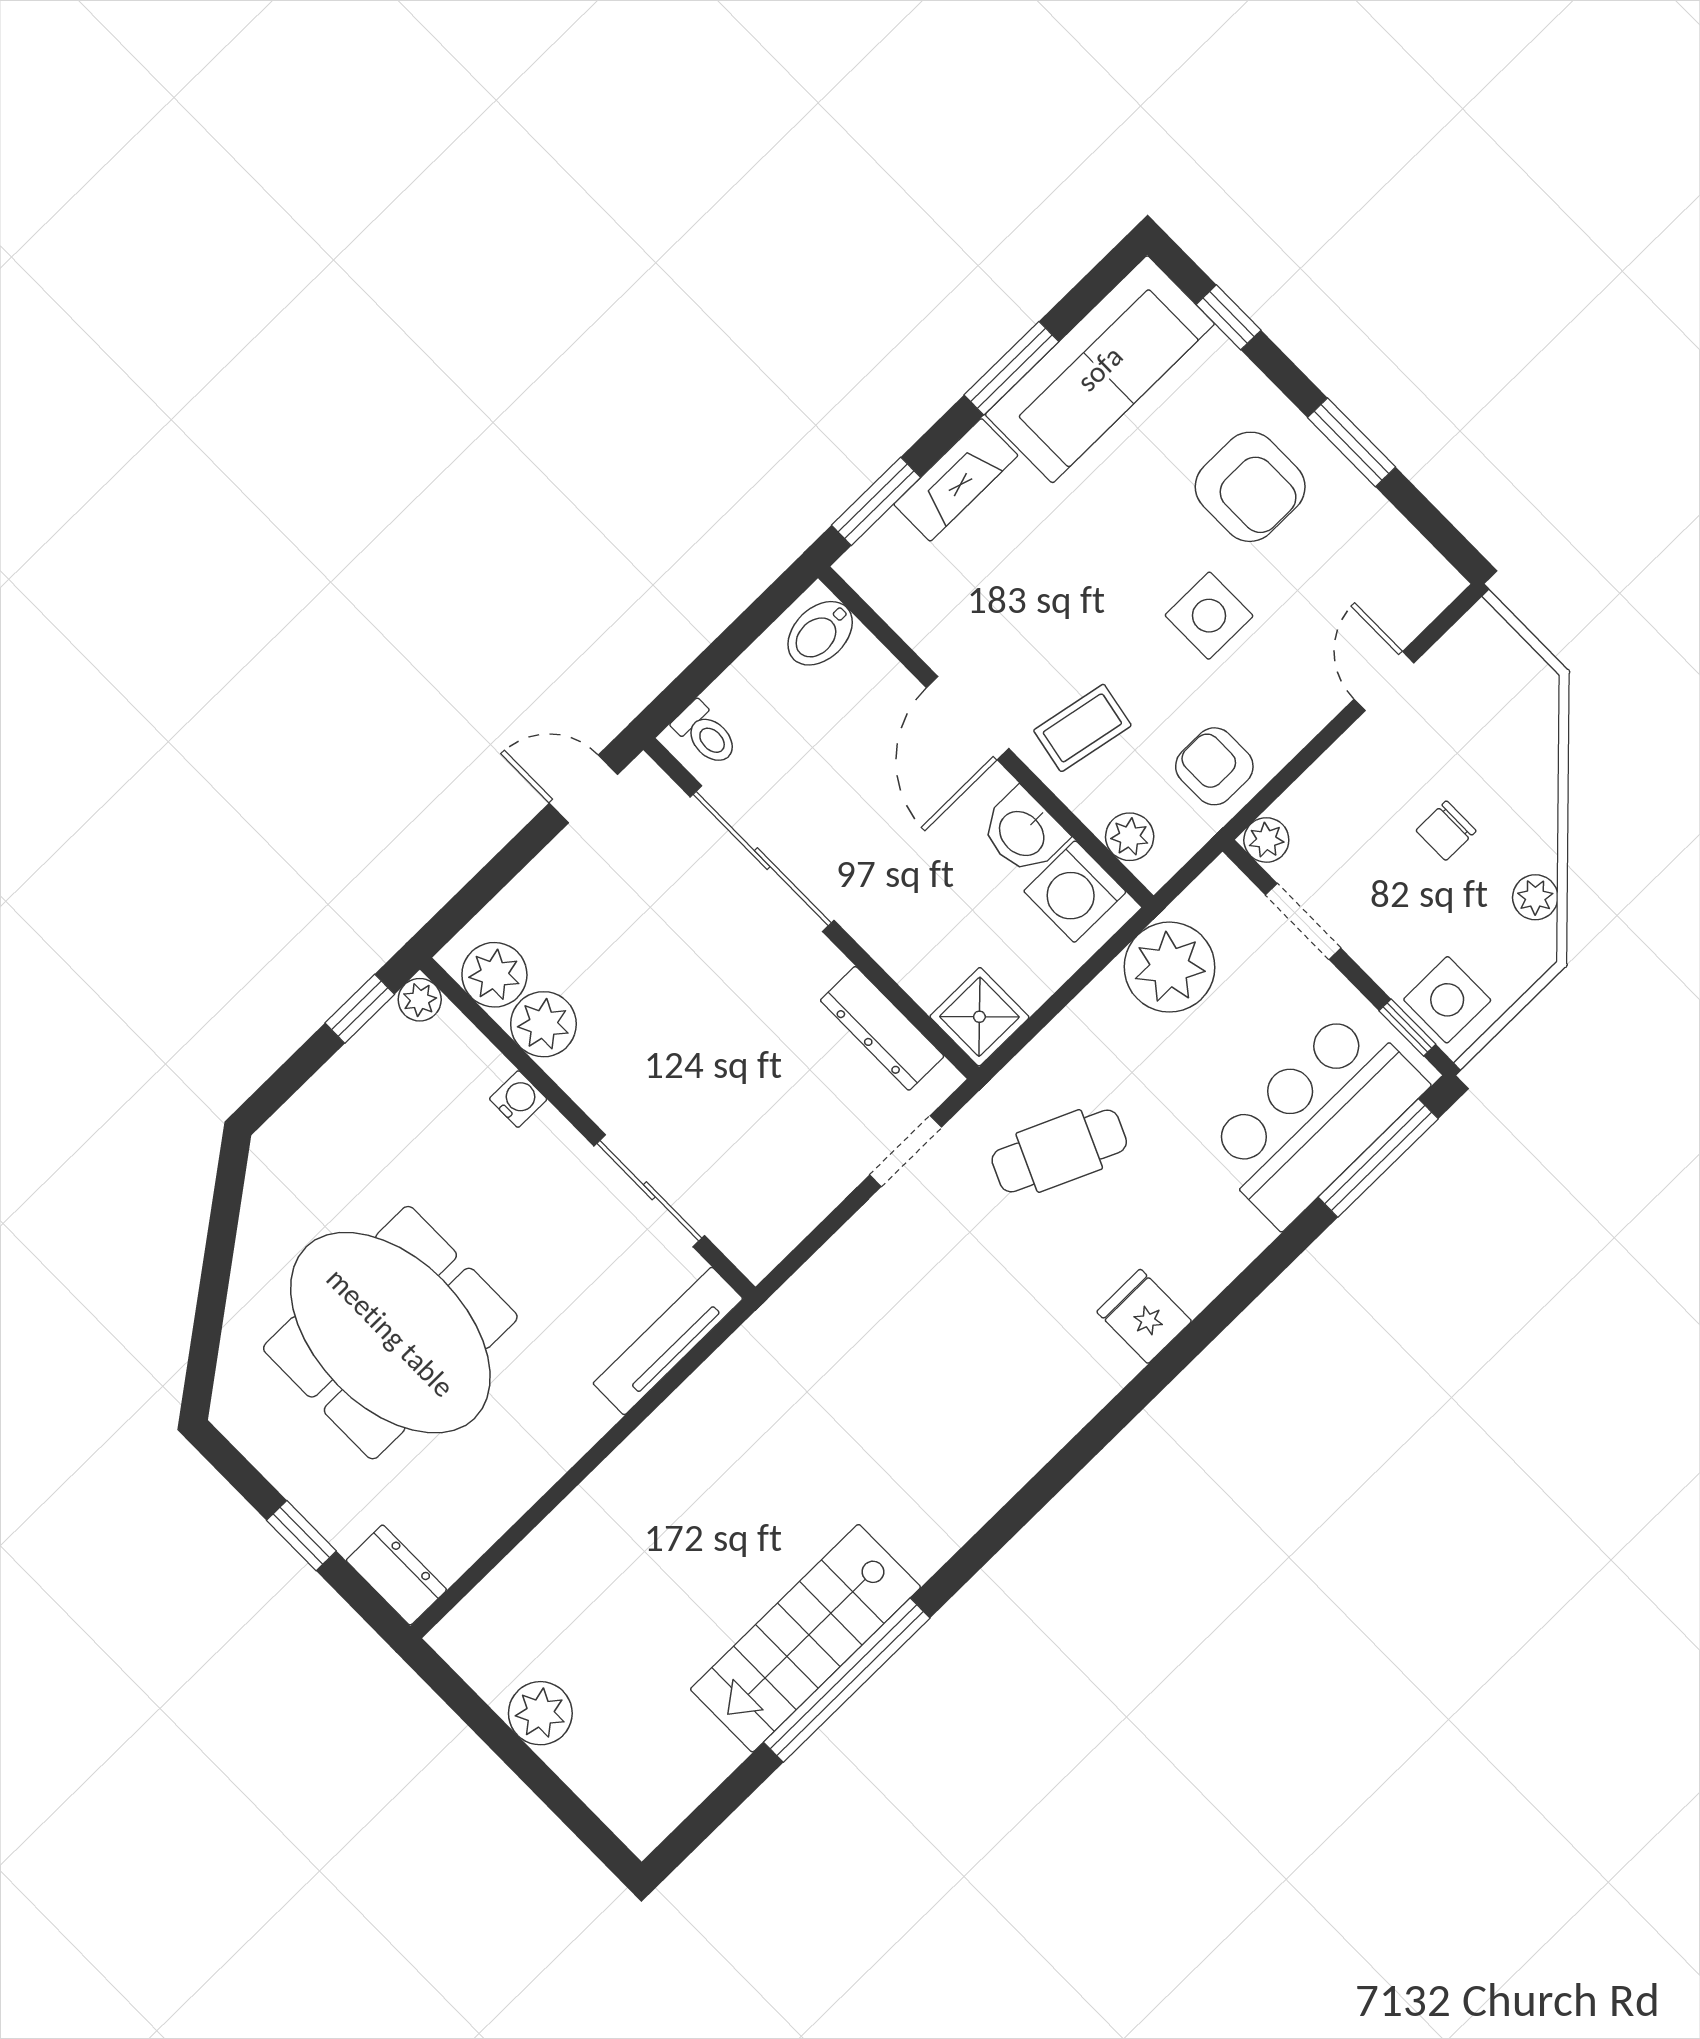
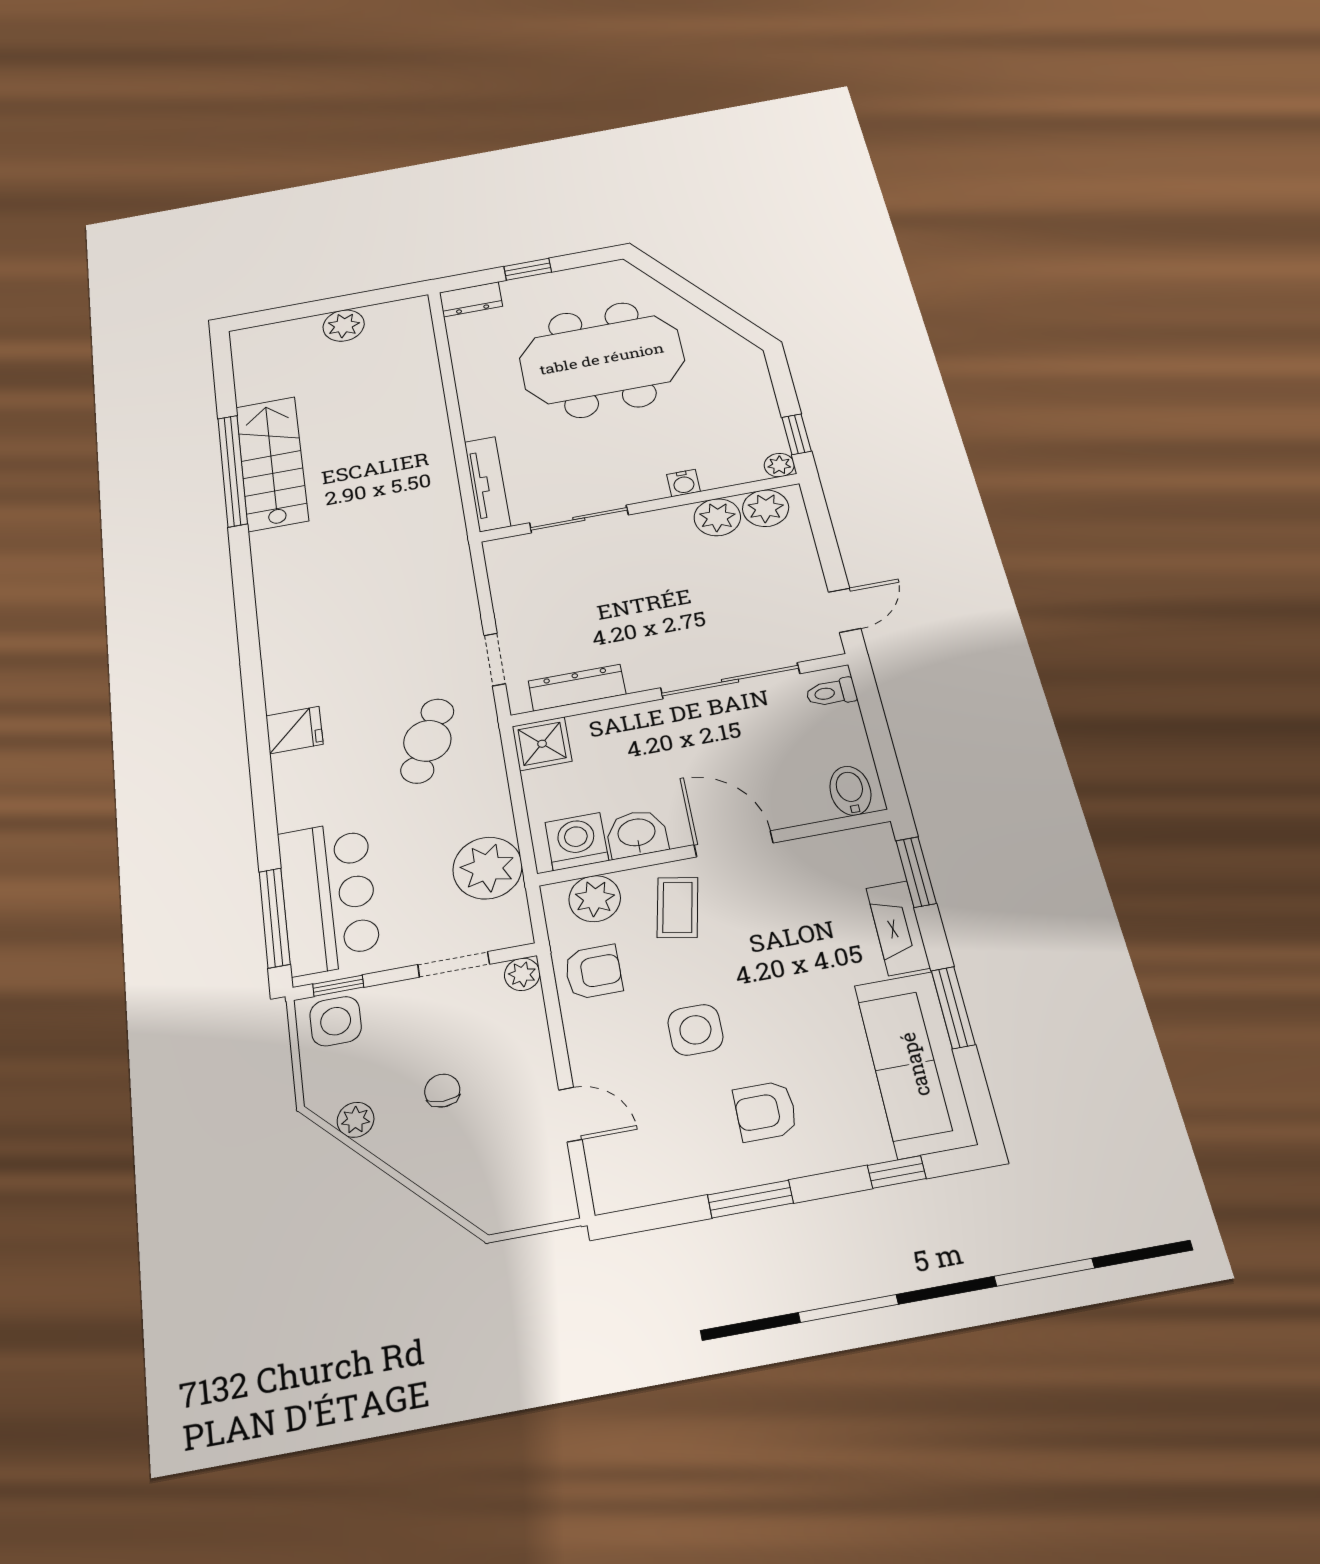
armchair: (1250, 487) -> (765, 1111), width x0.72, depth x0.72
plant: (1130, 837) -> (595, 899), width x1.38, depth x1.38

